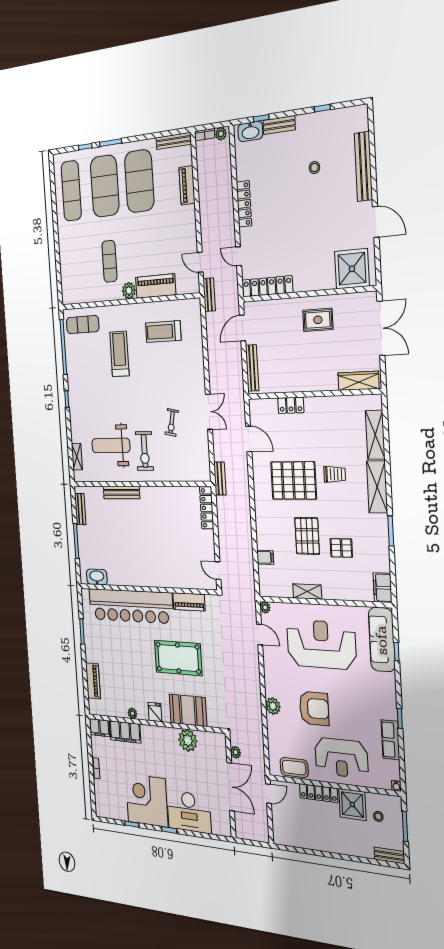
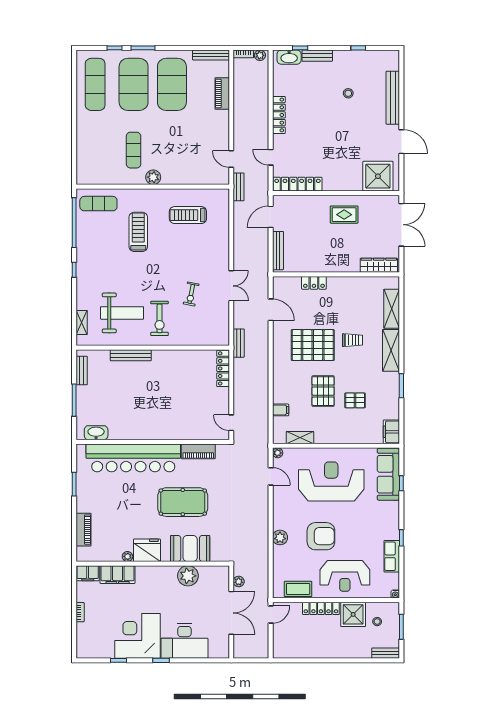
piano: (156, 286) -> (183, 175), removed
weight bench: (111, 445) -> (122, 313), turned 180
shelving: (307, 592) -> (300, 438), moved
fridge: (155, 712) -> (147, 550), width x1.88, depth x1.34

